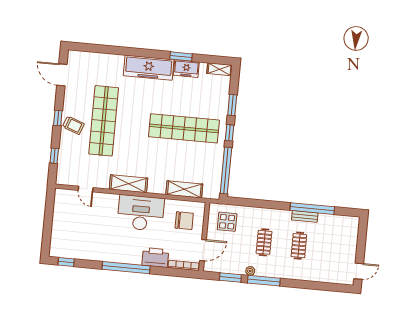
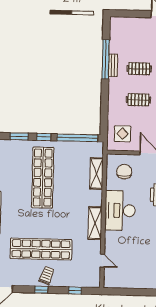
door: (86, 189) -> (102, 261), hinge flipped

